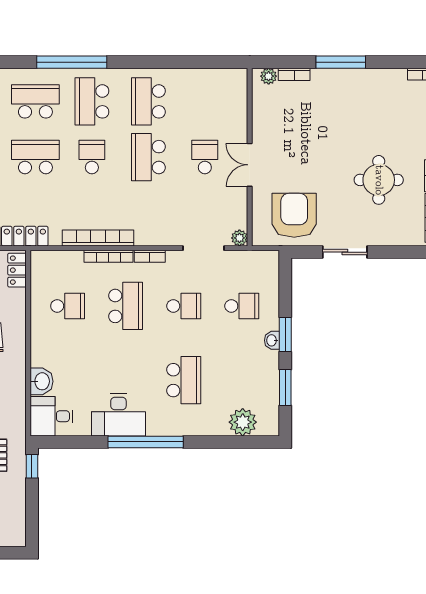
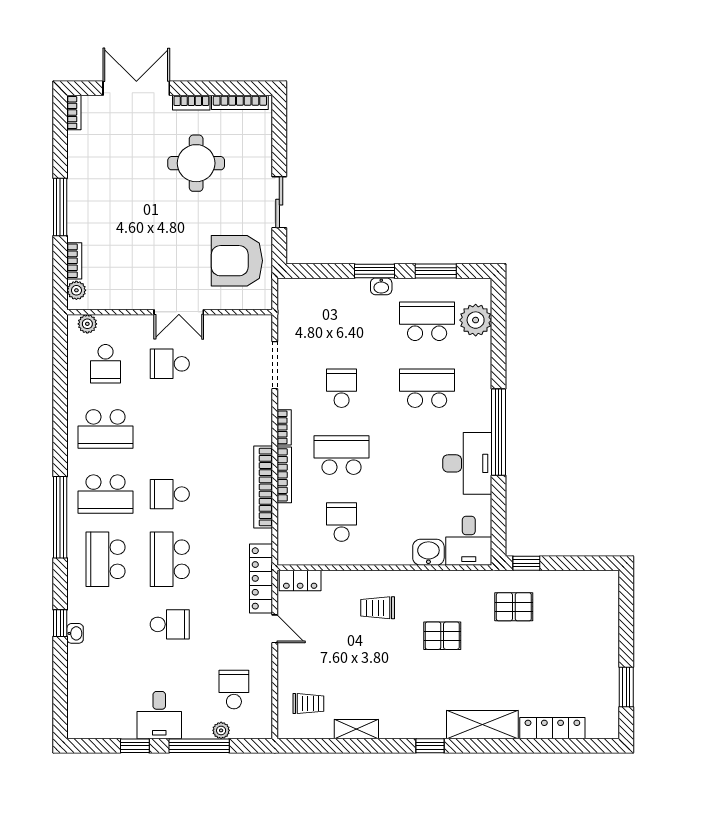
school desk: (148, 157) -> (106, 364), moved, width x0.54
plant: (239, 238) -> (87, 324), moved
school desk: (242, 306) -> (427, 321), moved, width x1.85

